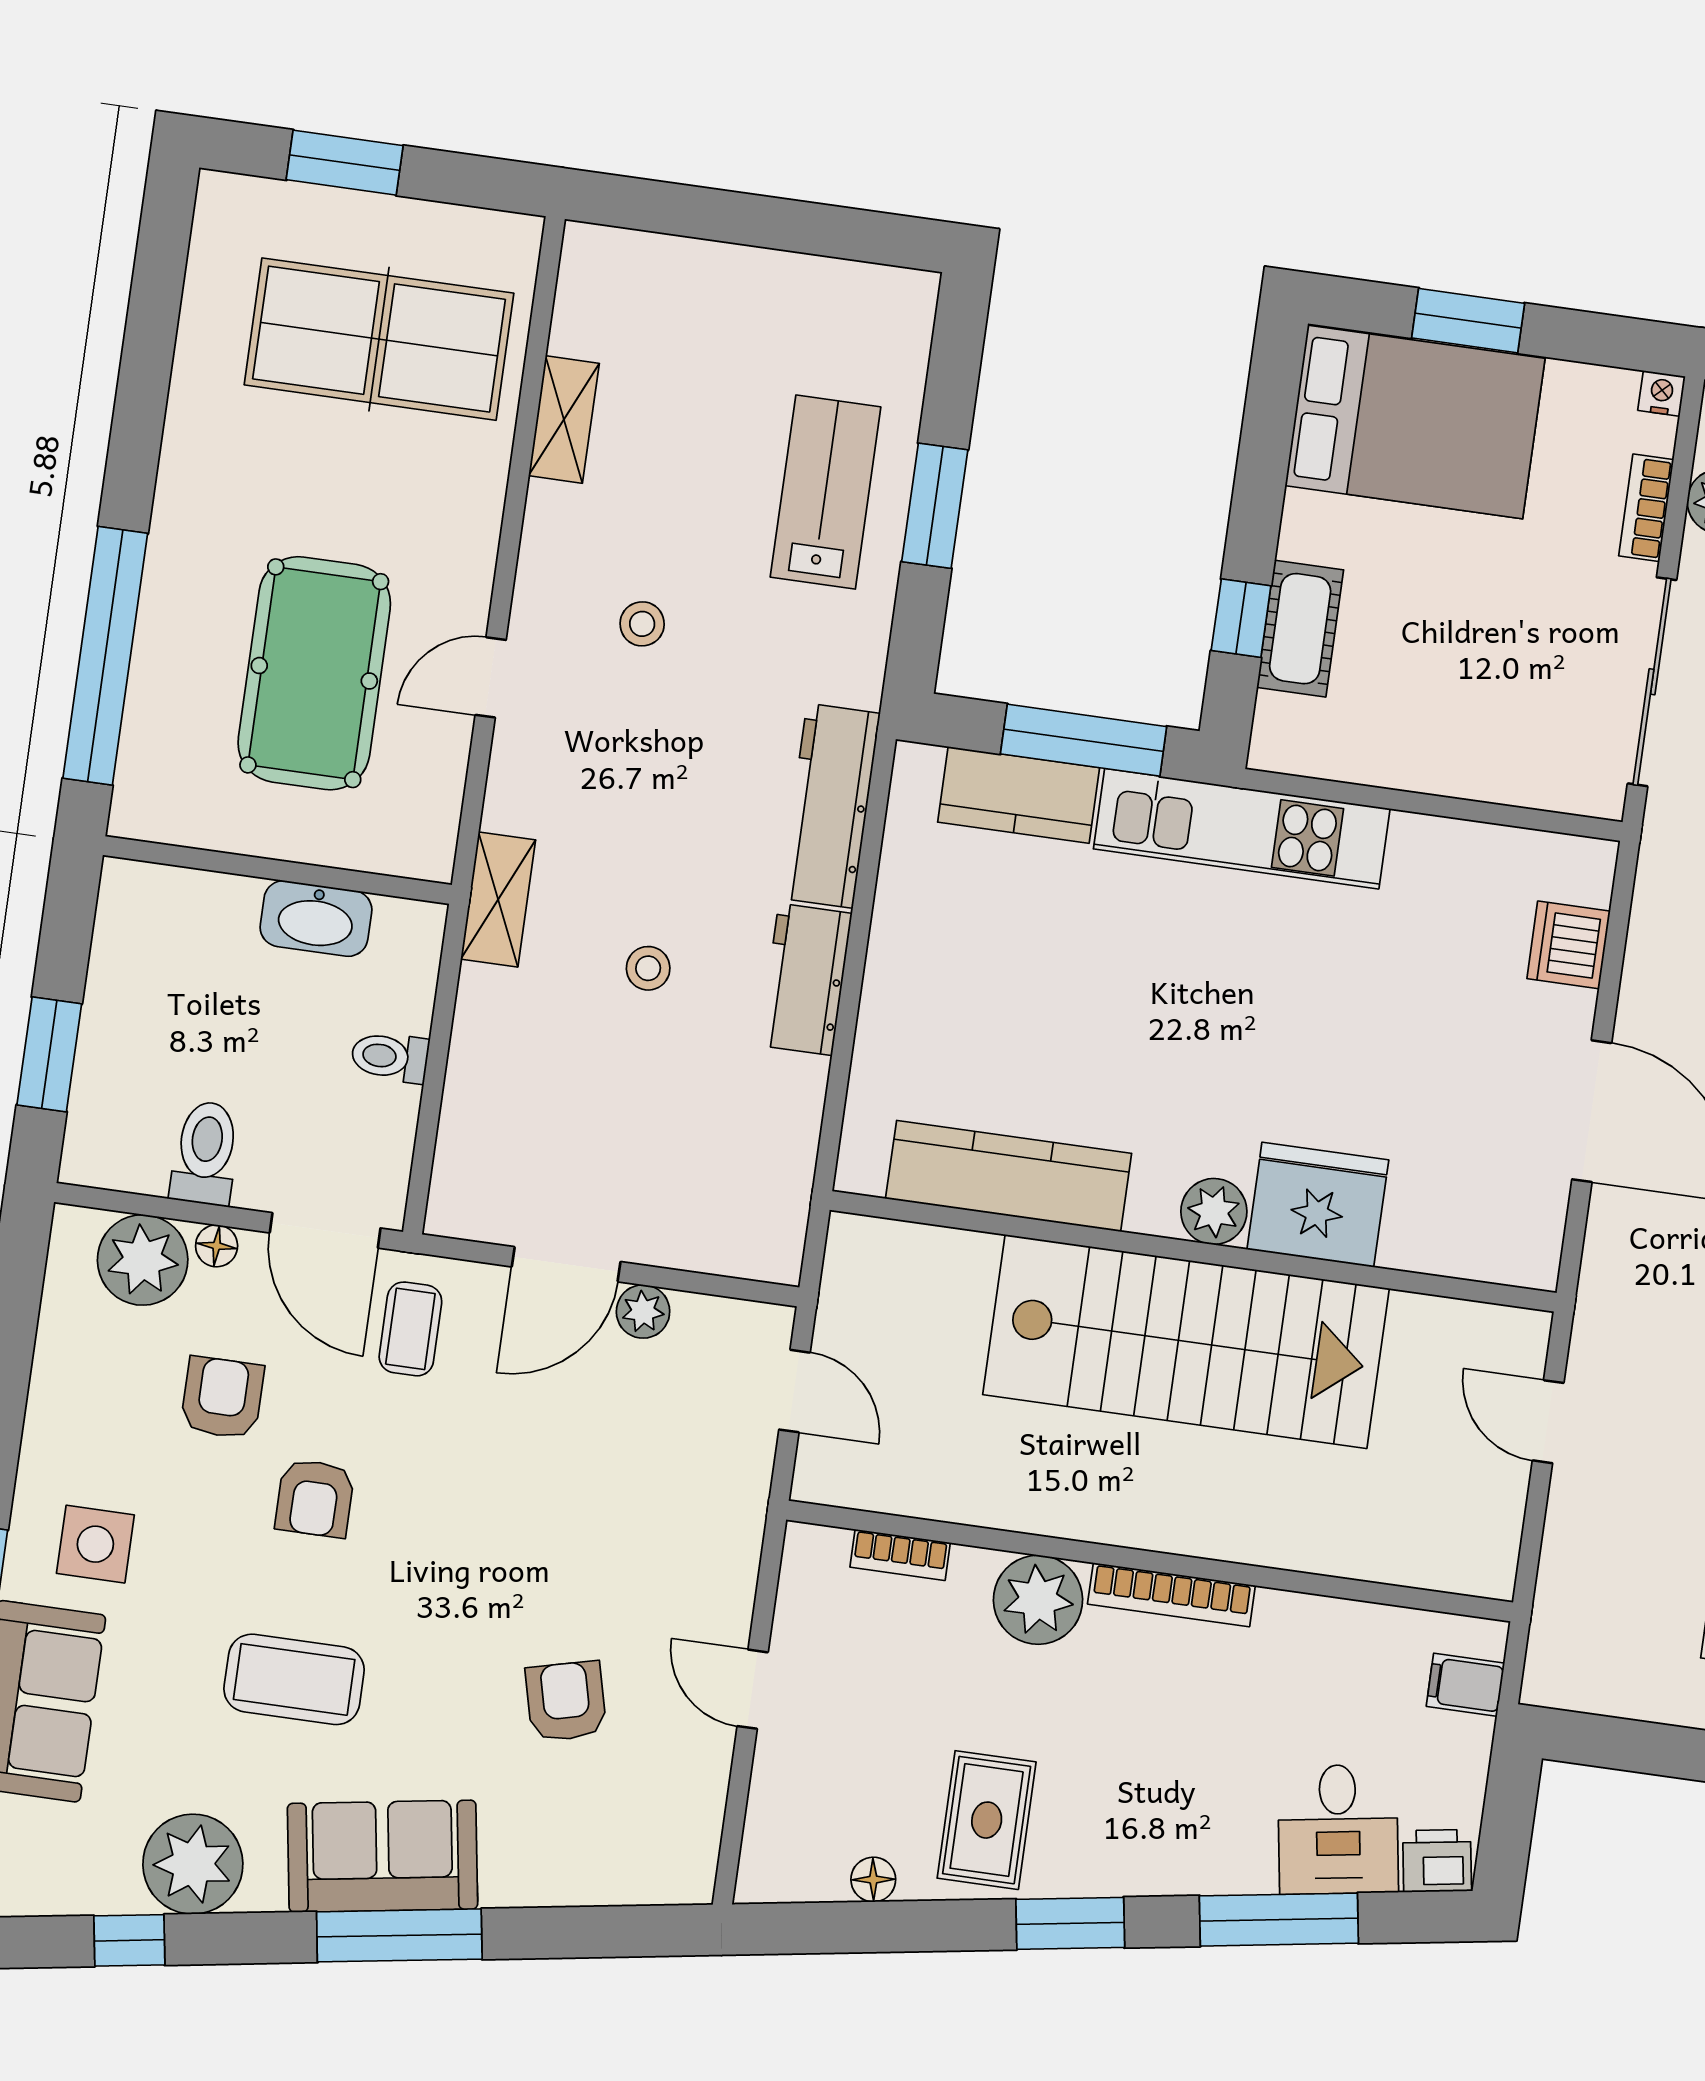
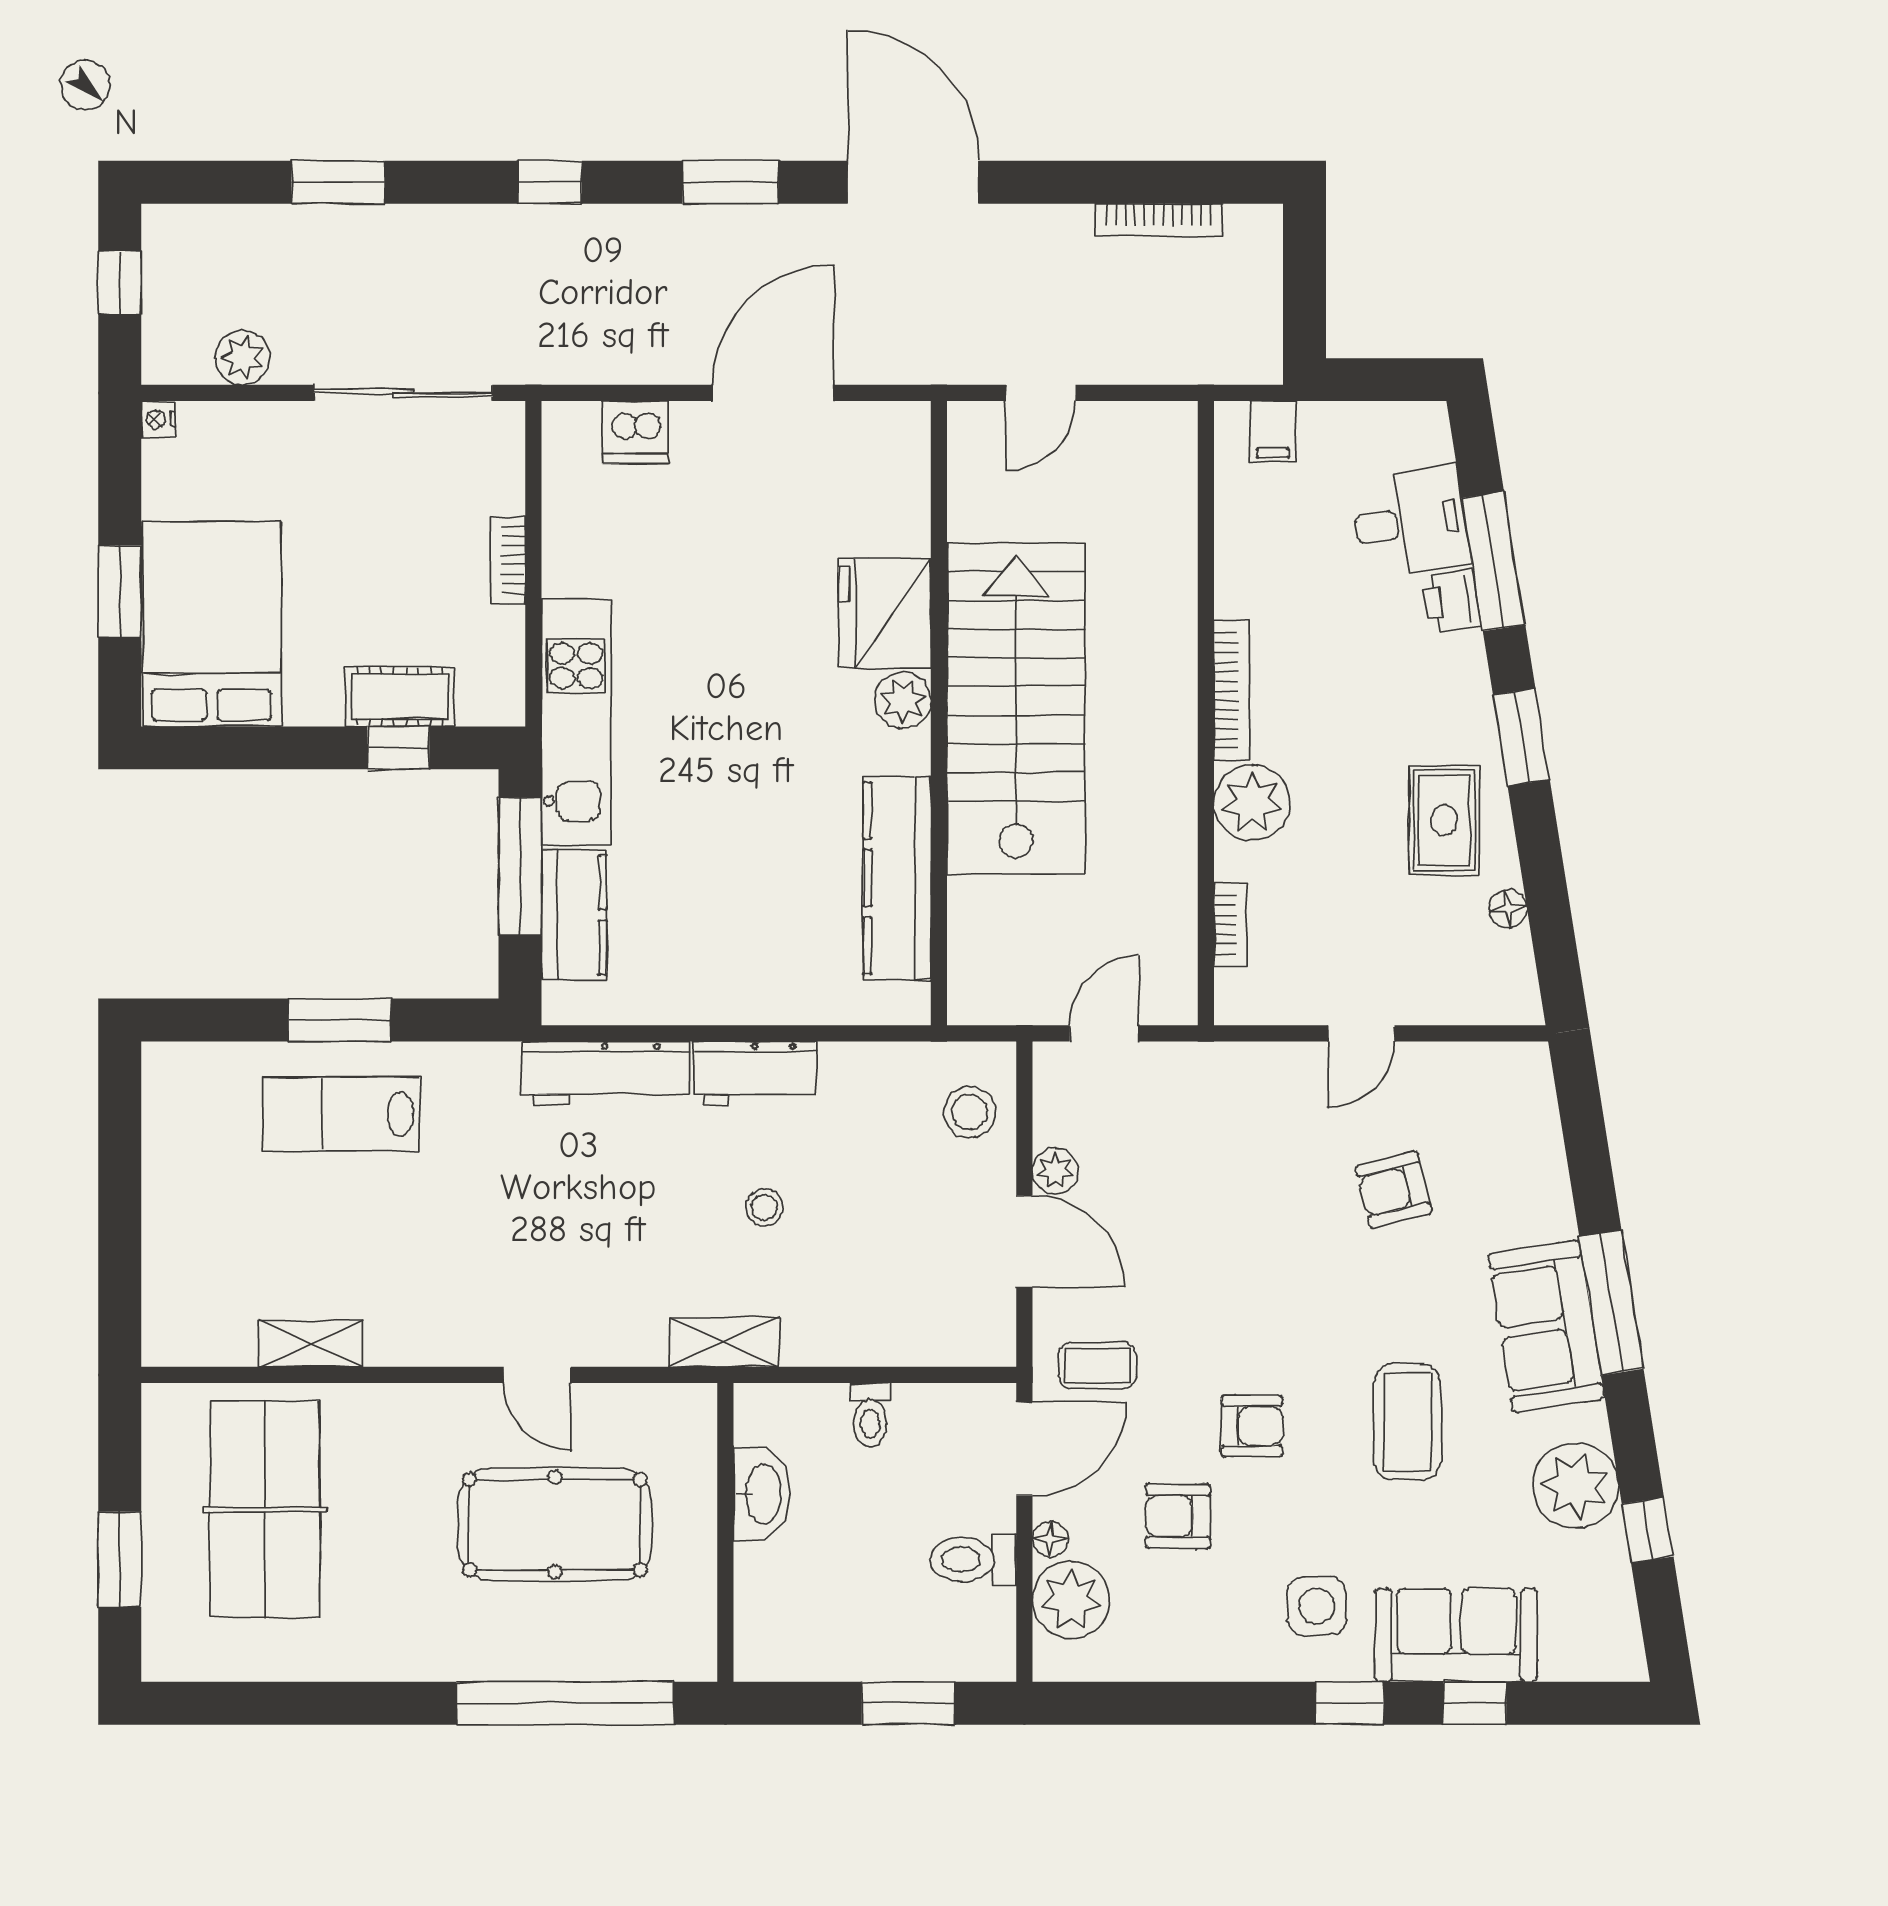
bookcase: (1646, 508) -> (508, 560), moved, turned 90
stool: (642, 624) -> (970, 1112), moved, width x1.37, depth x1.37
rug: (987, 1820) -> (1444, 820), turned 90
printer: (1437, 1861) -> (1451, 600), moved

